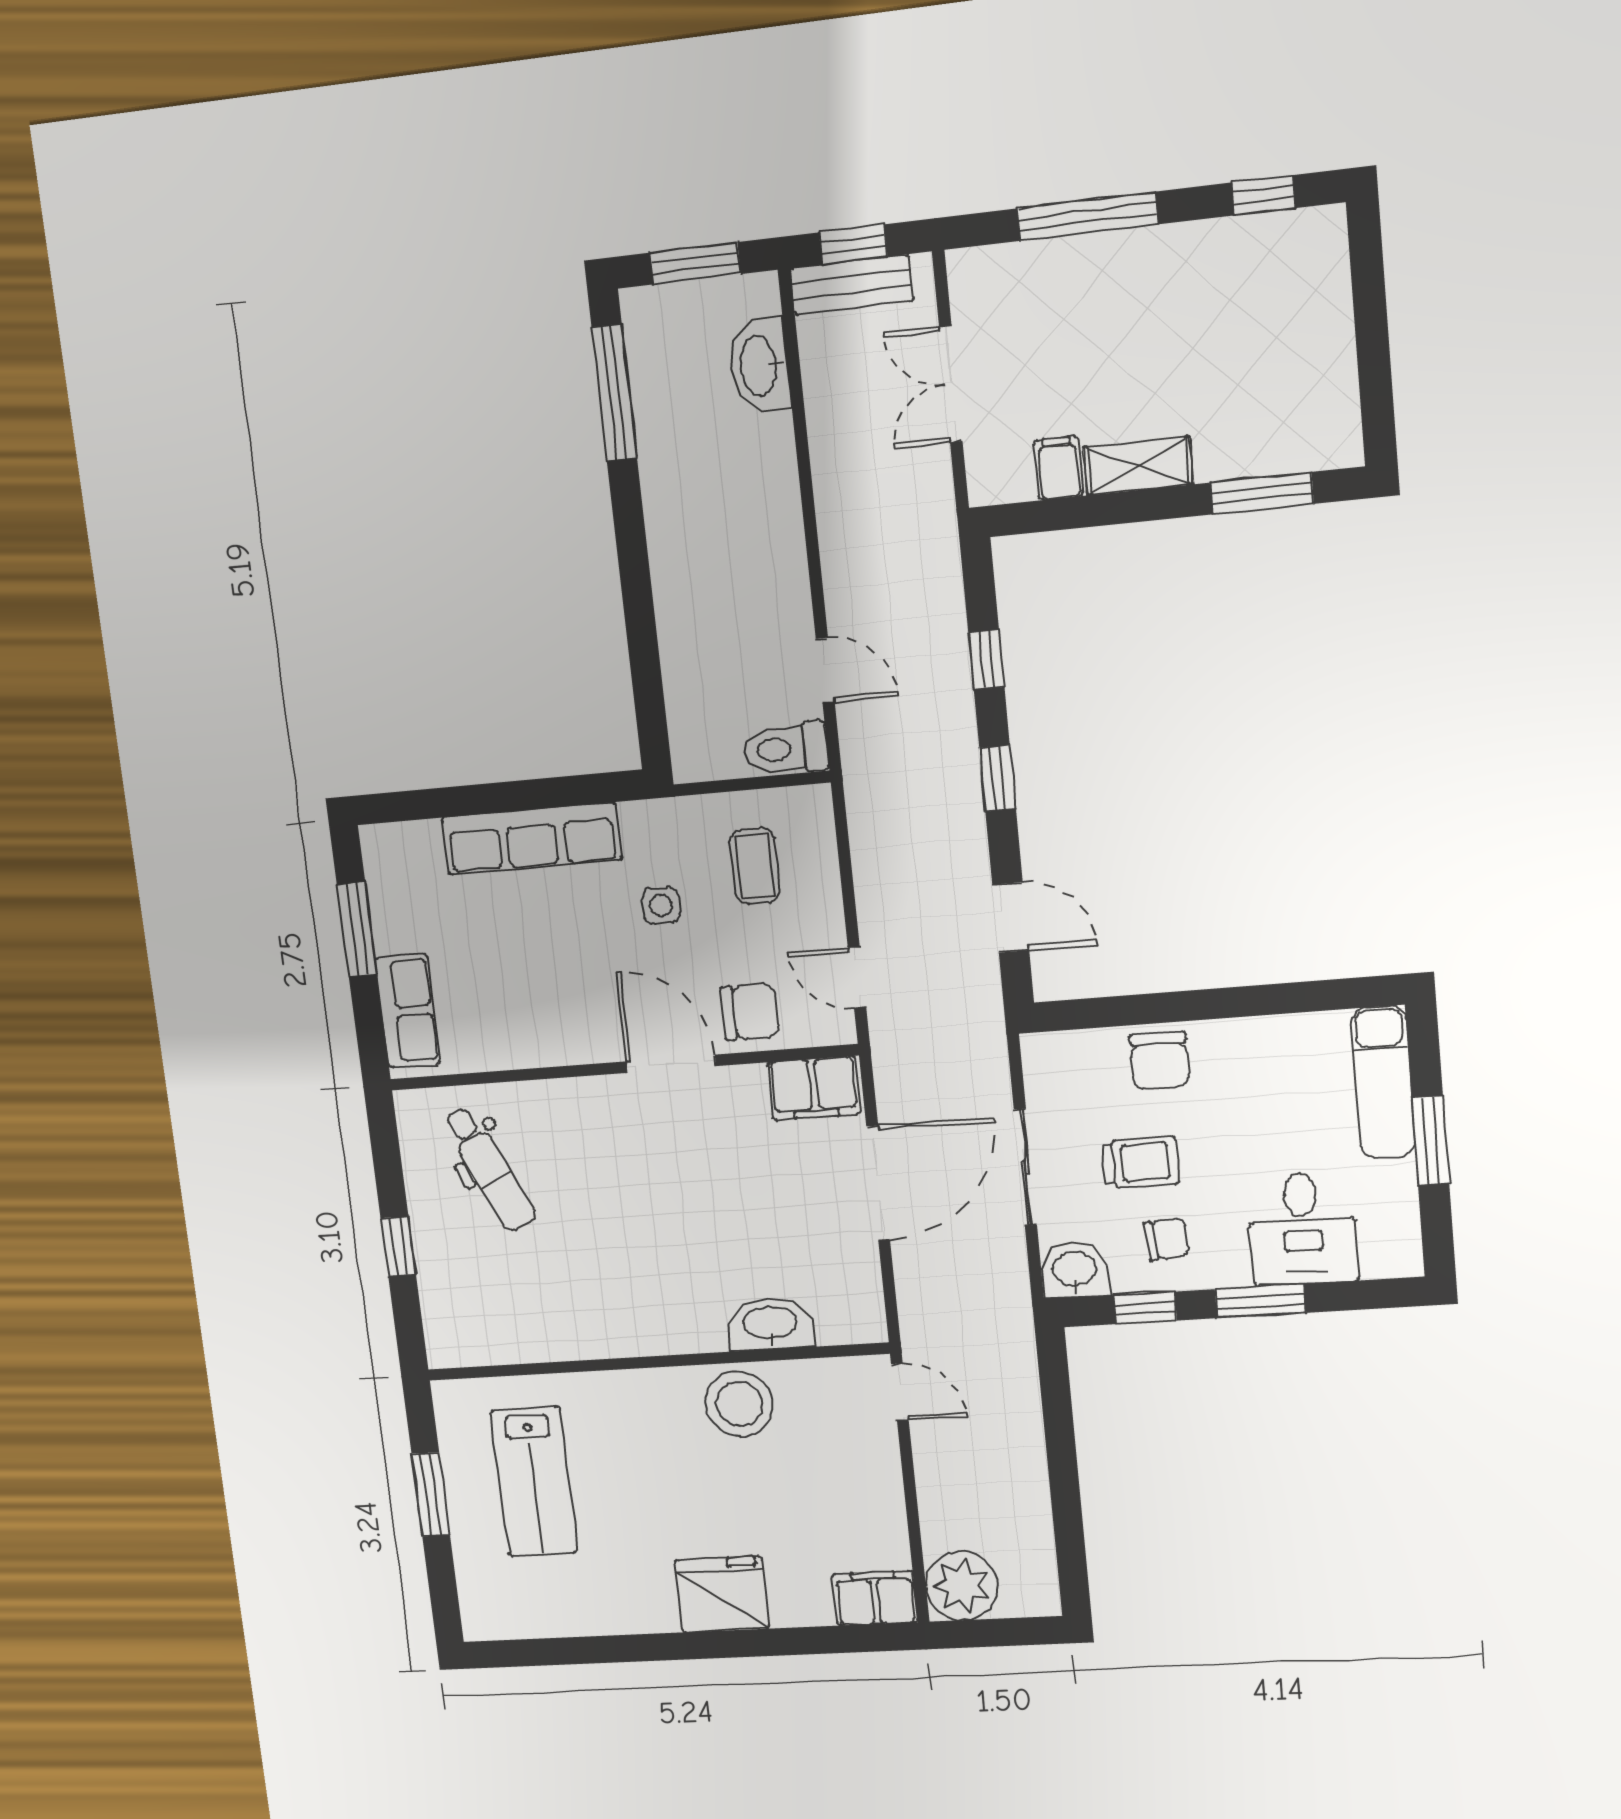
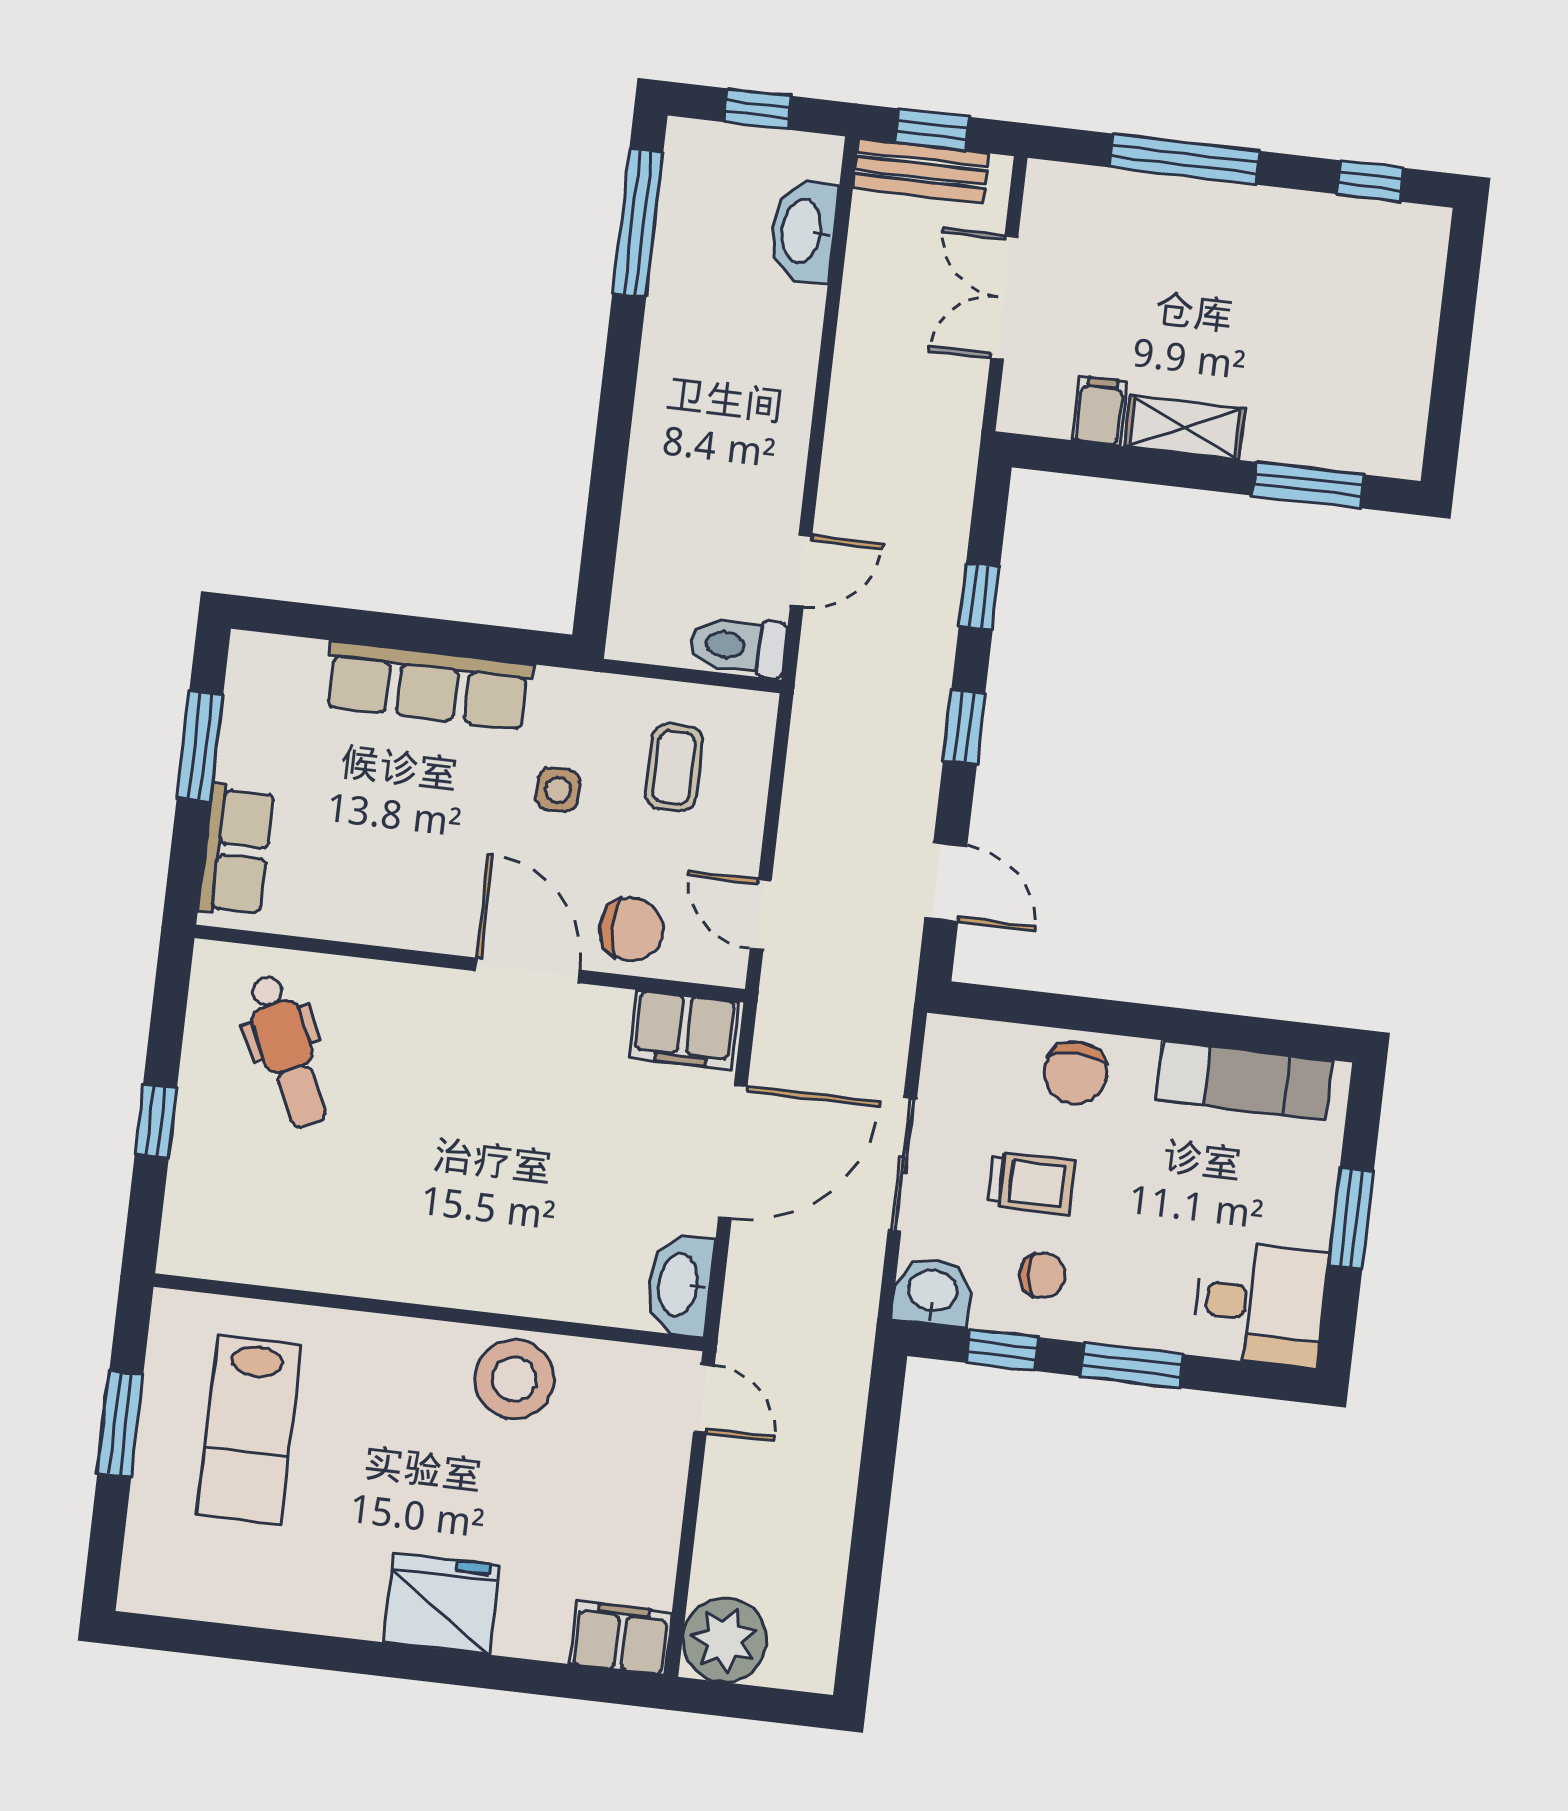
window: (695, 263) -> (758, 109), width x0.67
door: (825, 670) -> (801, 570), hinge flipped
exam couch: (1383, 1082) -> (1244, 1080), moved, turned -90
desk: (1303, 1229) -> (1260, 1304), moved, turned -90
washbasin: (770, 1324) -> (680, 1285), moved, turned -90

